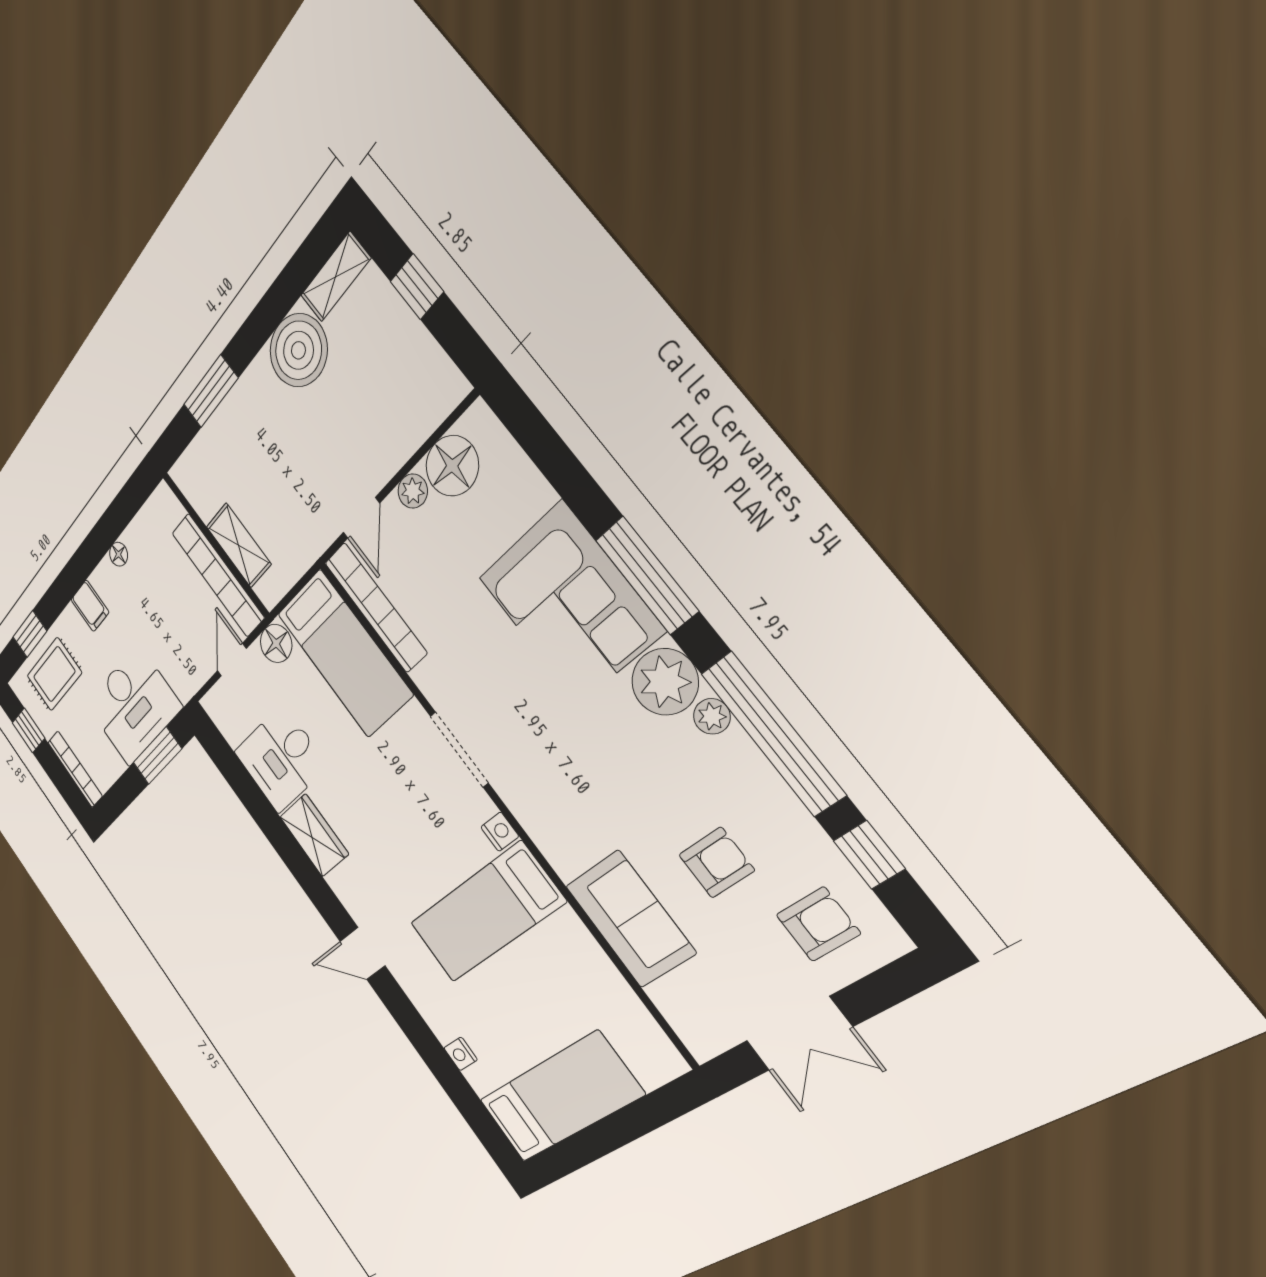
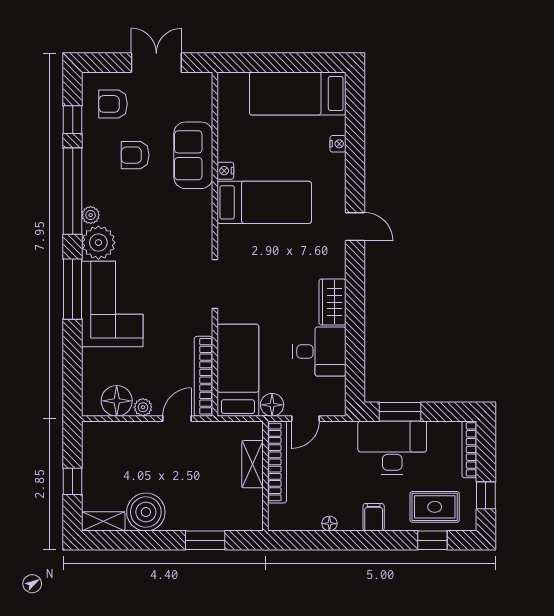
nightstand: (500, 832) -> (225, 171), moved

